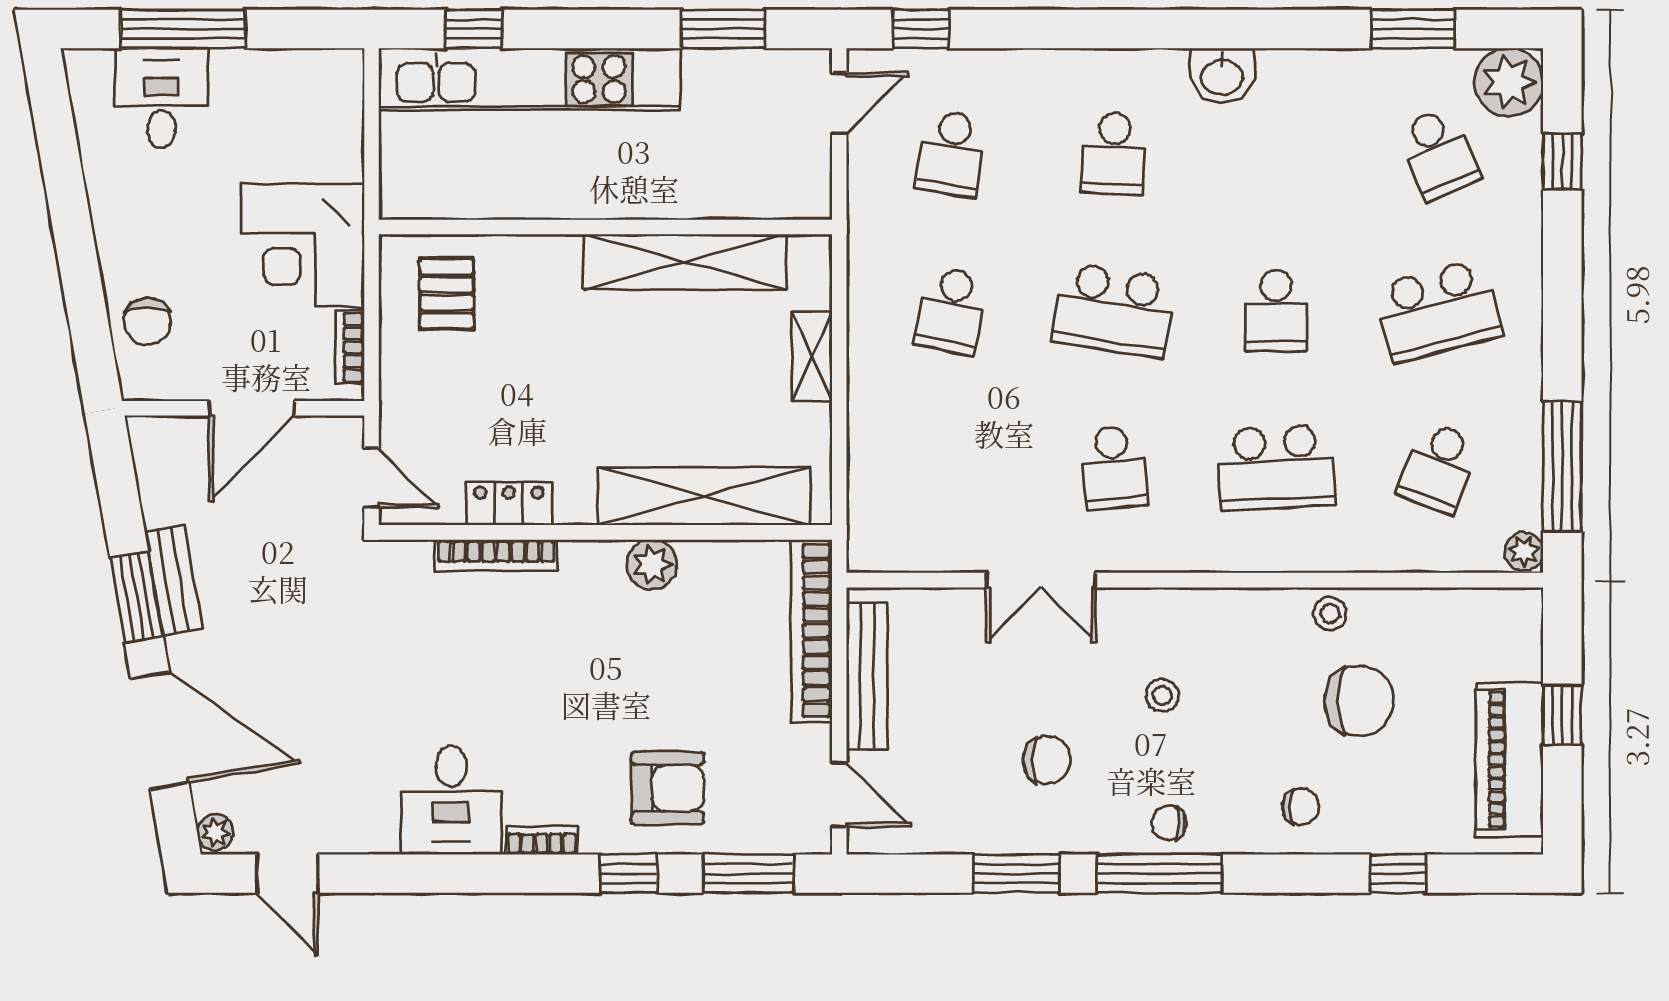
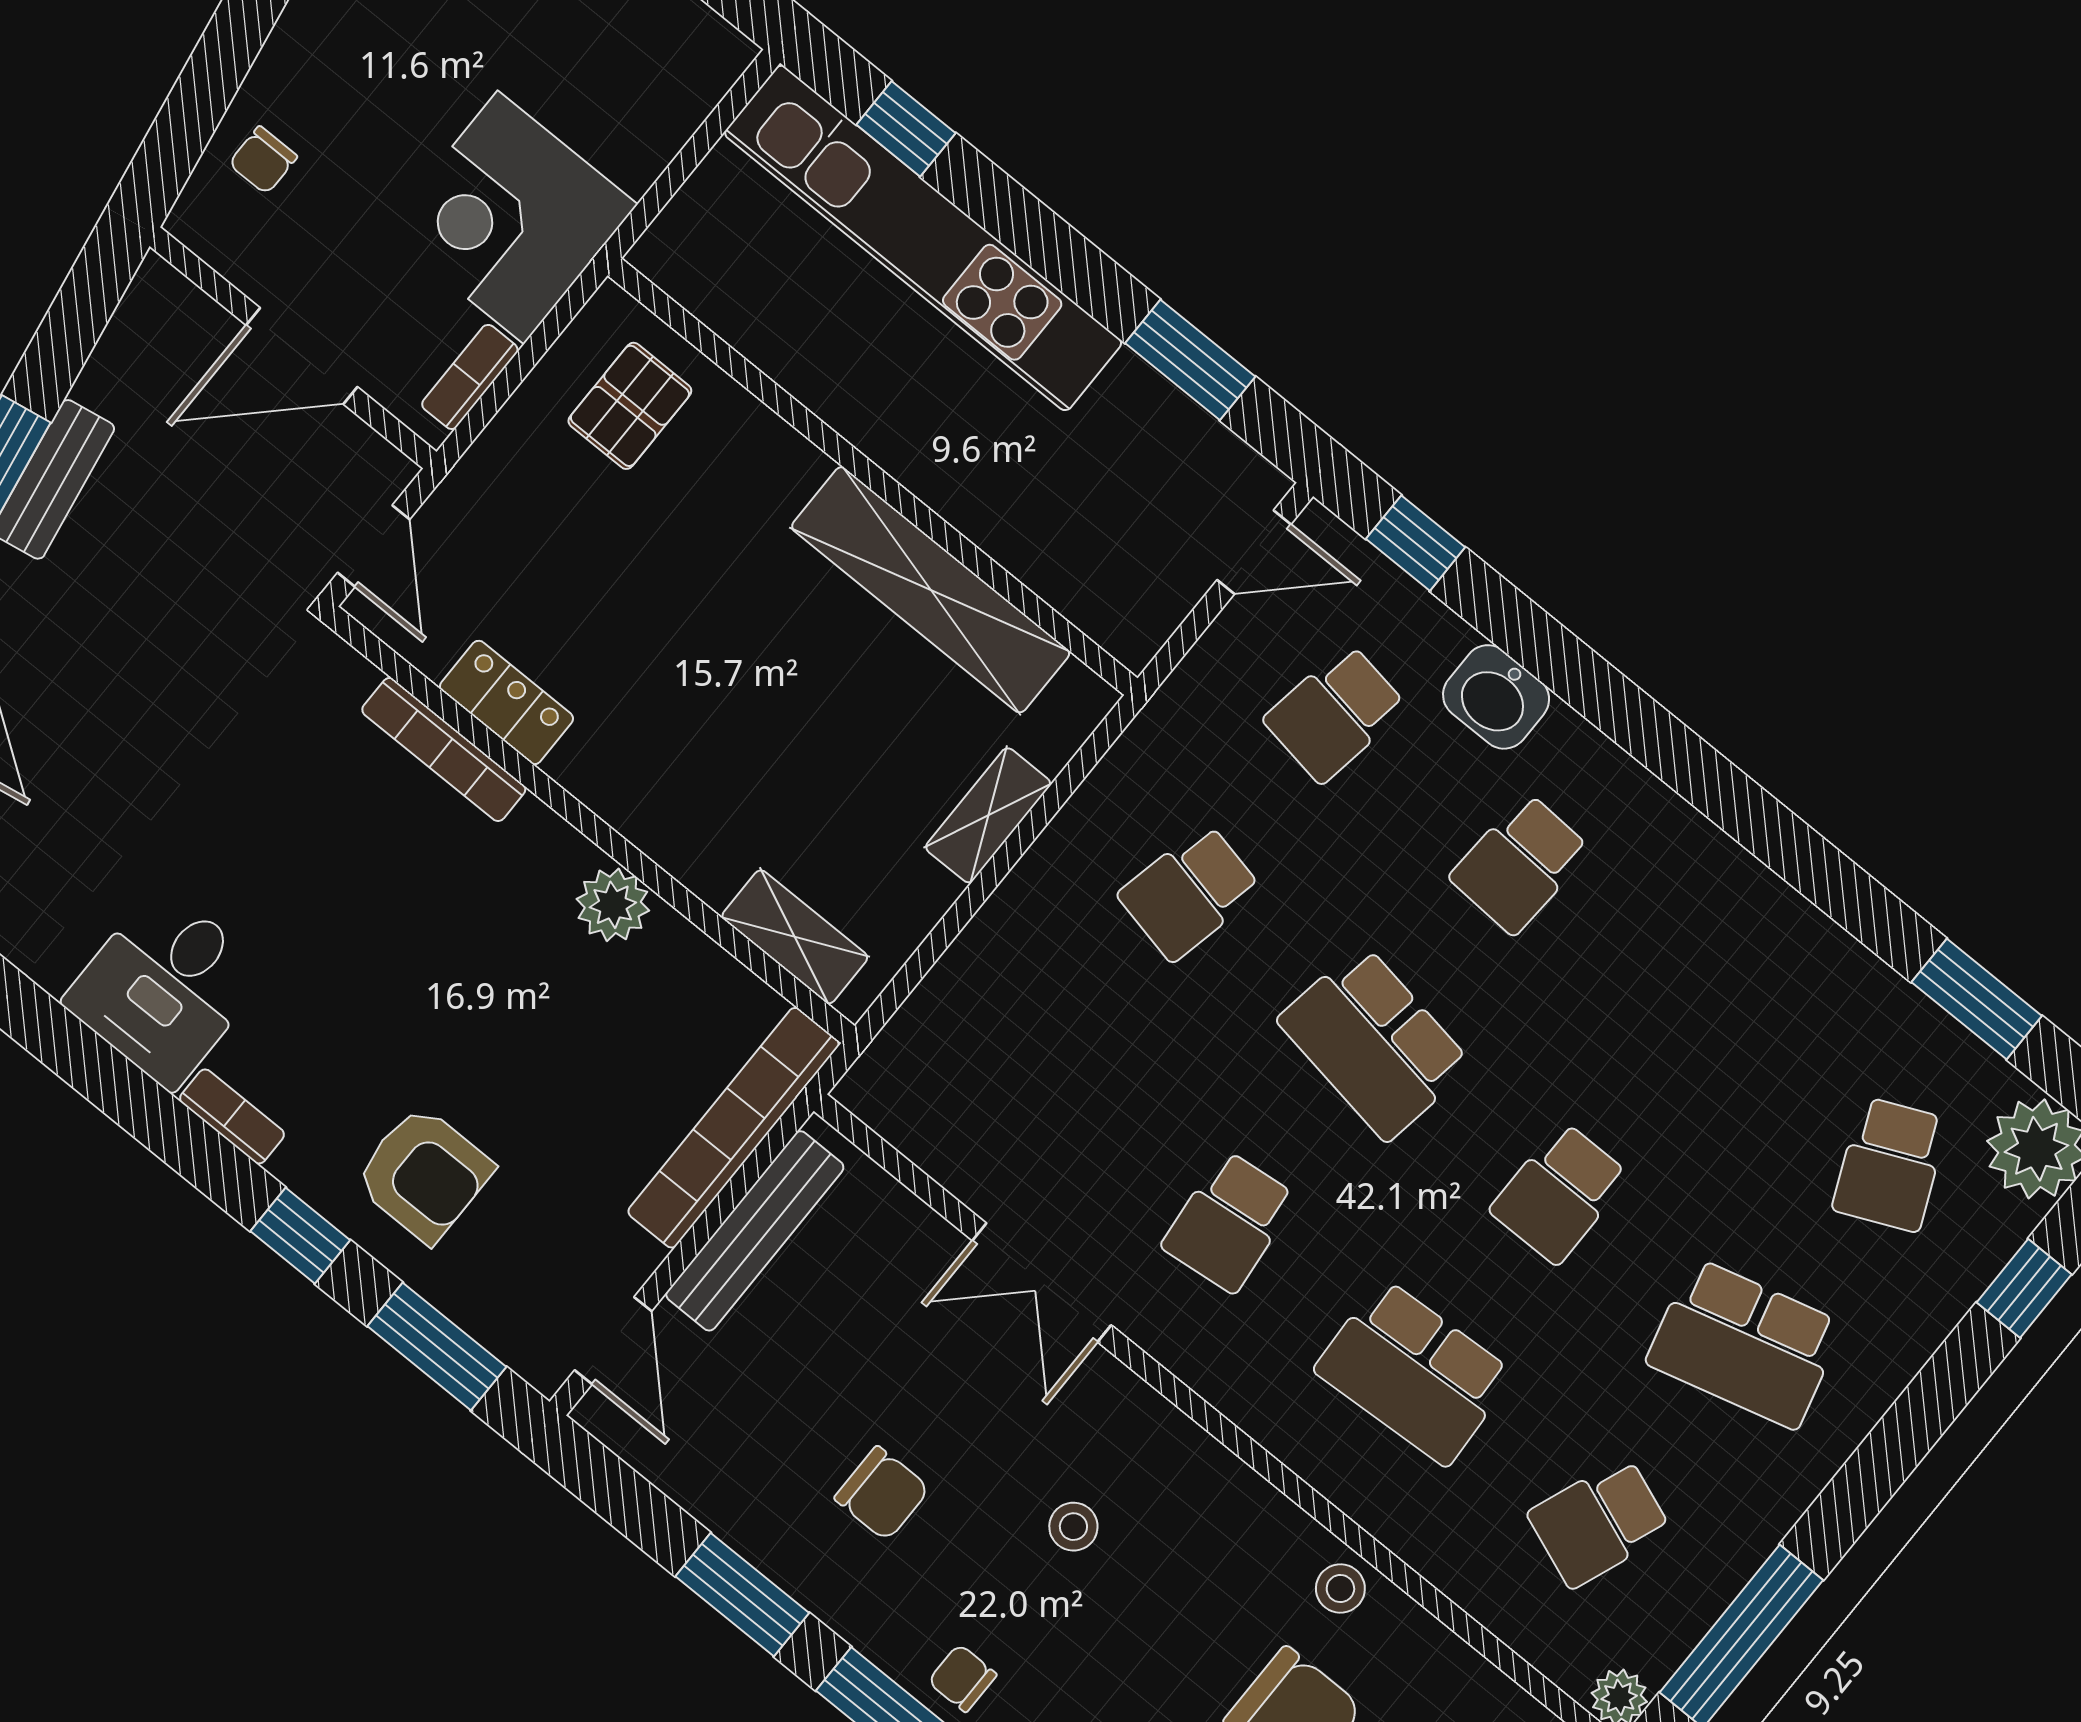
washbasin: (1222, 76) -> (1496, 697), moved
chair: (147, 321) -> (263, 160), width x0.73, depth x0.73
shelving: (704, 496) -> (795, 937), width x0.45, depth x0.75

